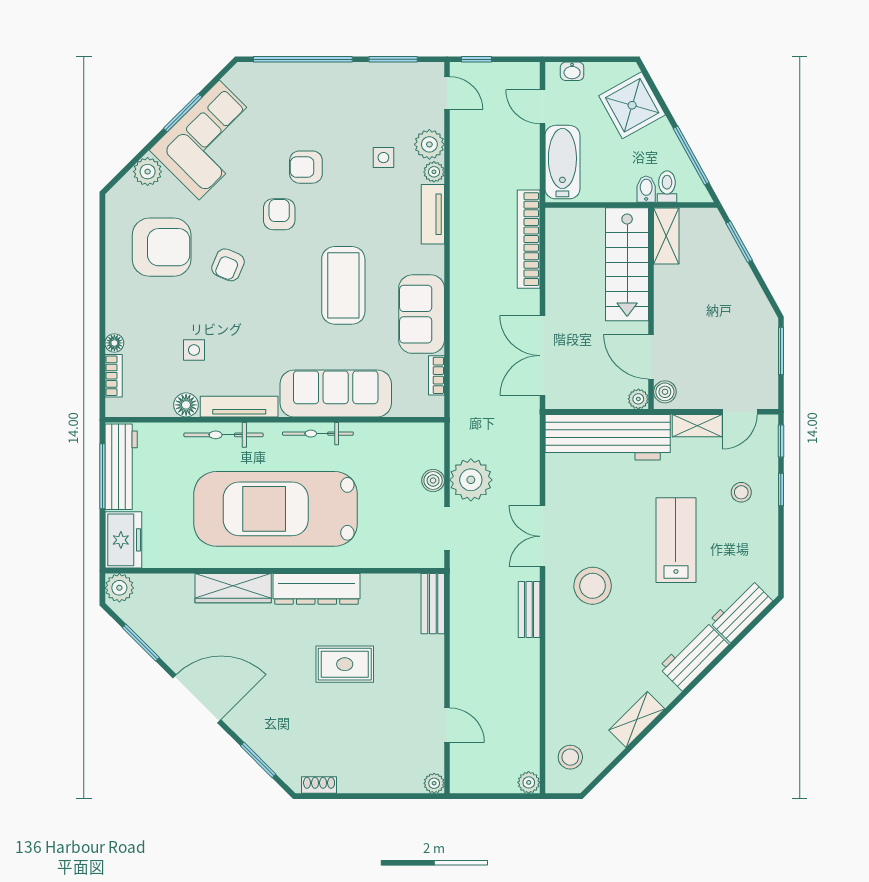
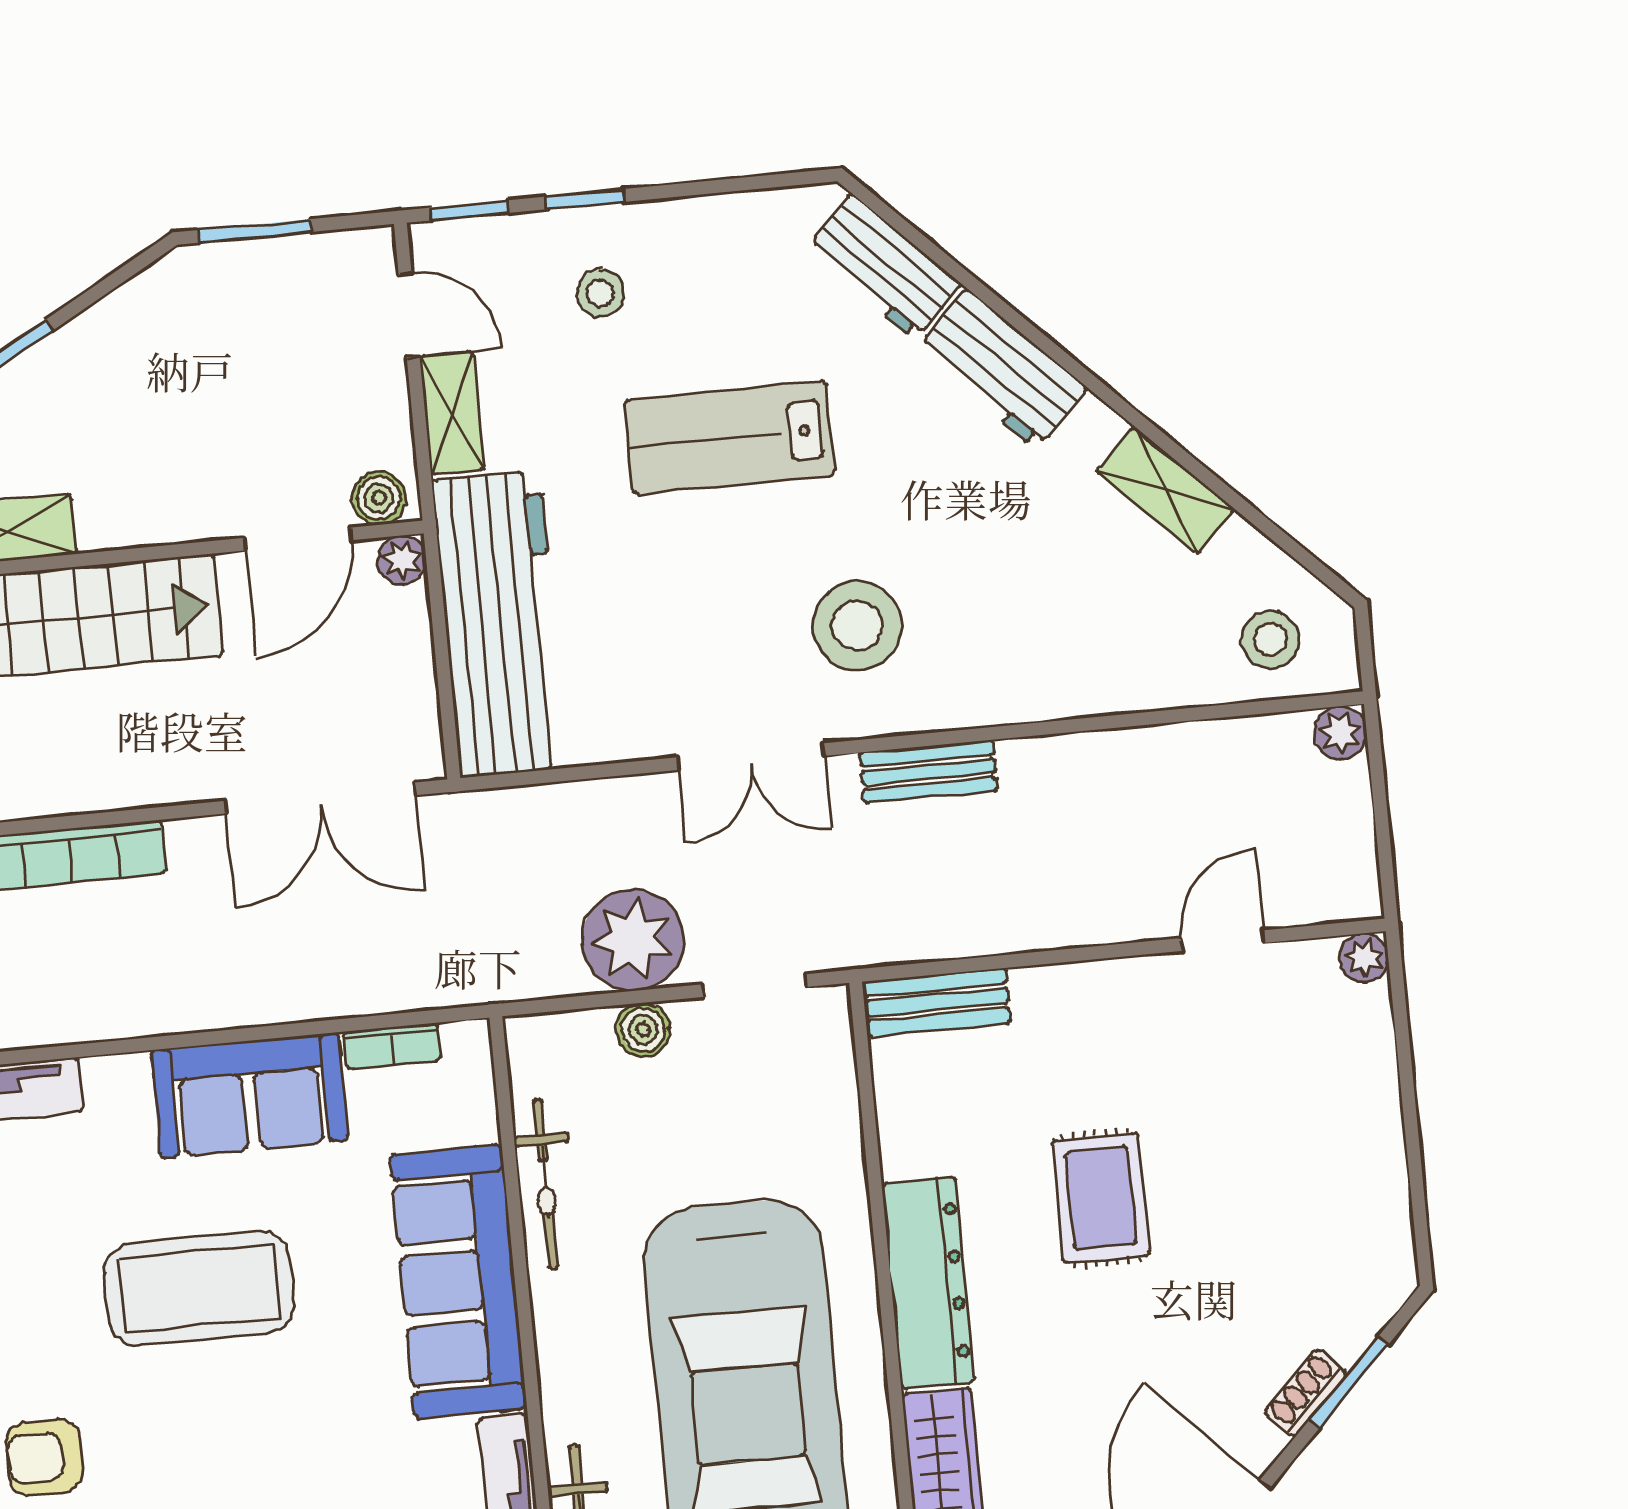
bicycle: (318, 434) -> (545, 1184), moved
shoe rack: (319, 785) -> (1306, 1393), moved, turned 45

